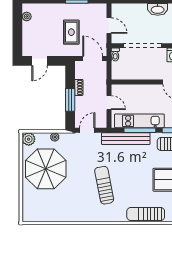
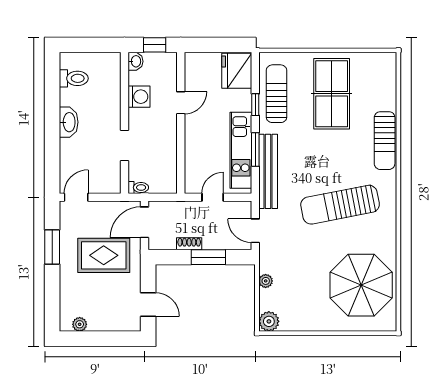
door: (109, 26) -> (76, 197), moved
rug: (71, 32) -> (104, 255), width x1.36, depth x1.43
doorway: (142, 46) -> (125, 146), width x0.53
window: (140, 130) -> (255, 150), width x0.69
parasol: (46, 169) -> (361, 285), moved
sun lounger: (104, 185) -> (340, 205), width x1.36, depth x1.34

